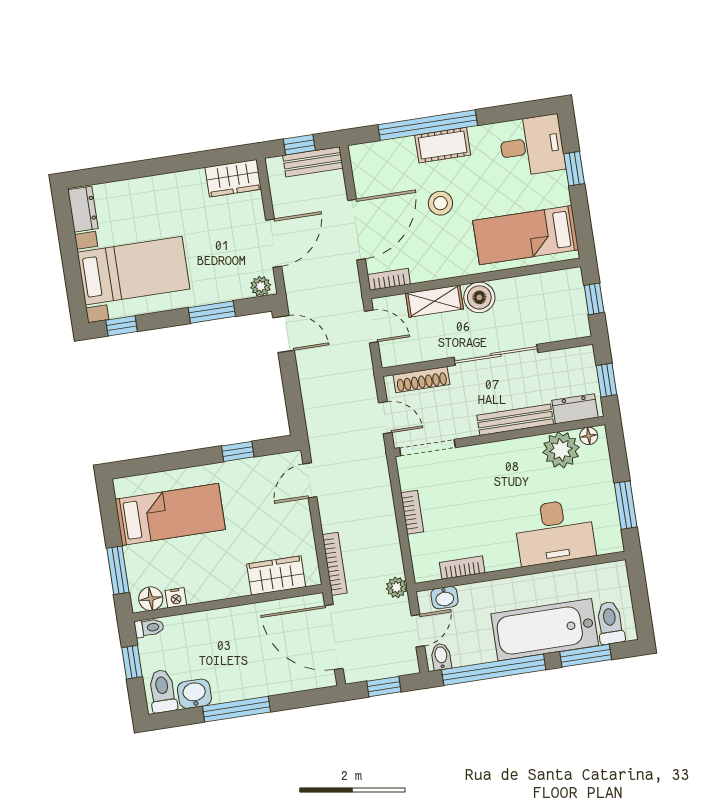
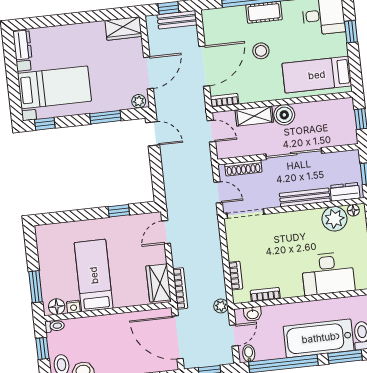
bookcase: (412, 512) -> (236, 276), moved
bed: (170, 514) -> (94, 275), moved, turned -90
wardrobe: (276, 575) -> (158, 283), moved, turned -90

